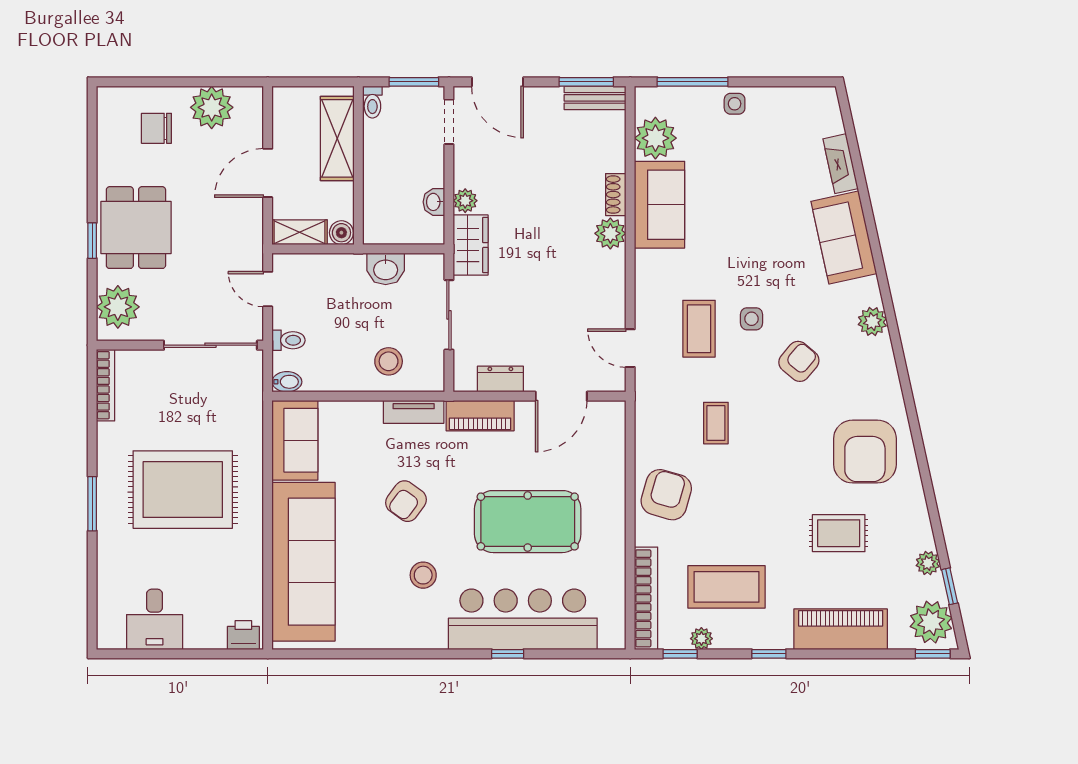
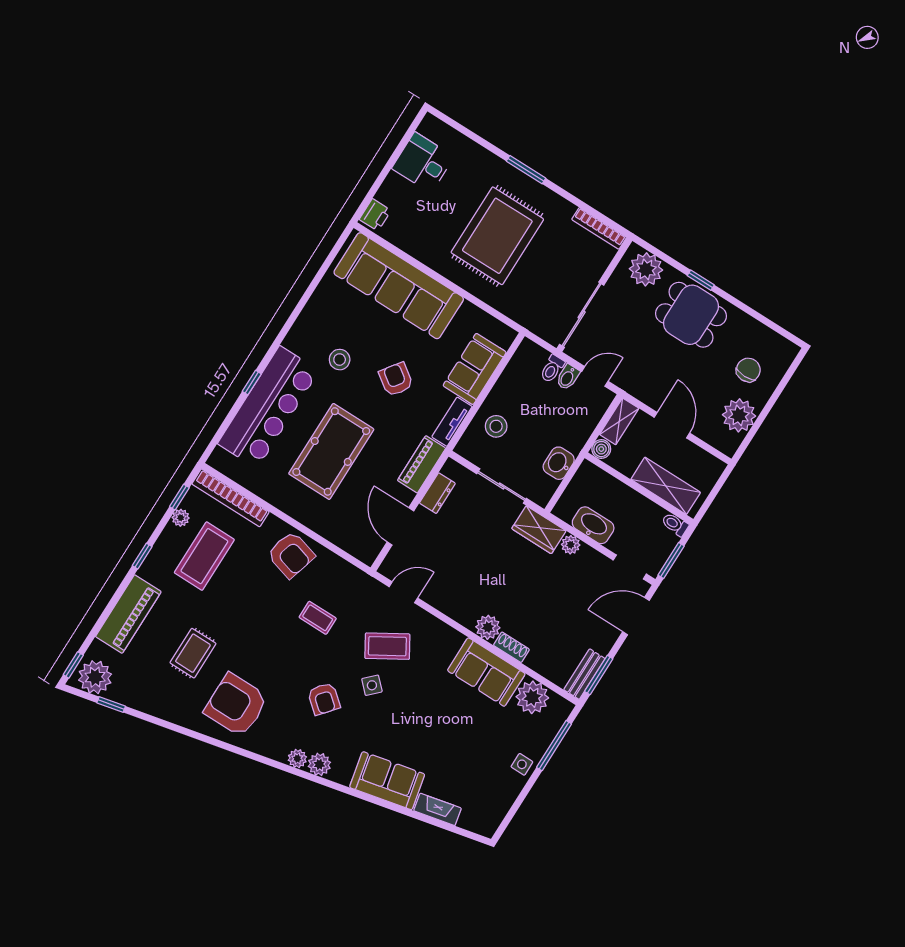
washbasin: (434, 202) -> (593, 525), width x1.91, depth x1.45
side table: (752, 319) -> (372, 685), turned 45
coffee table: (699, 329) -> (387, 646), turned -31
bidet: (287, 382) -> (568, 377), moved
sofa: (295, 440) -> (475, 369), moved, turned 90
plant: (928, 563) -> (297, 759), moved

